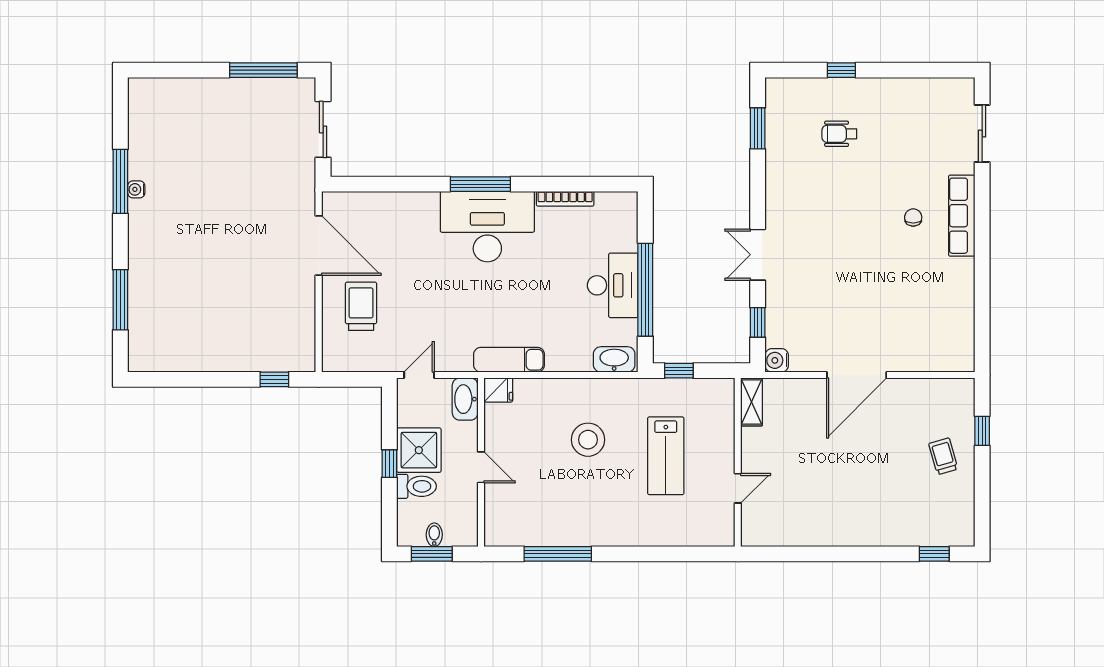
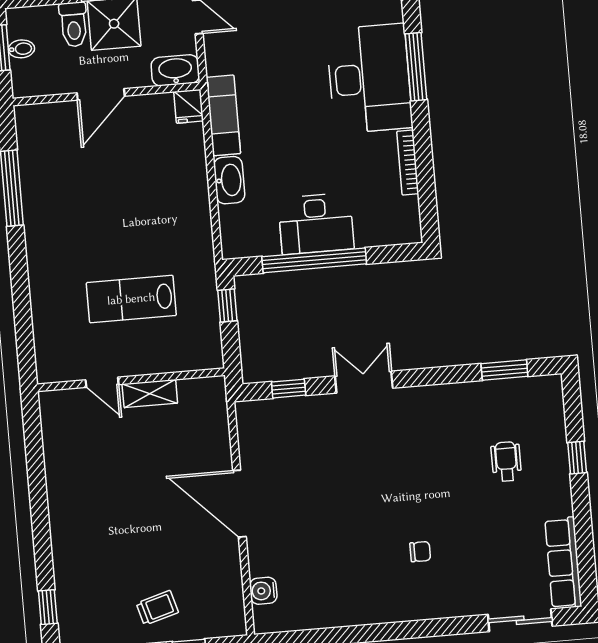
row of seats: (962, 216) -> (563, 563), moved, turned -90
washbasin: (614, 359) -> (229, 180), moved
water cooler: (777, 360) -> (263, 591), moved, turned -90
shelving: (752, 402) -> (150, 394), moved
stool: (588, 440) -> (142, 211), removed
door: (481, 467) -> (101, 94), width x1.38

